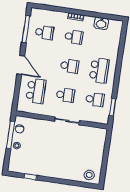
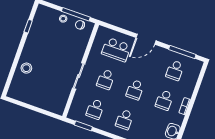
school desk: (99, 70) -> (124, 119), width x0.54
stool: (89, 175) -> (26, 68), moved

